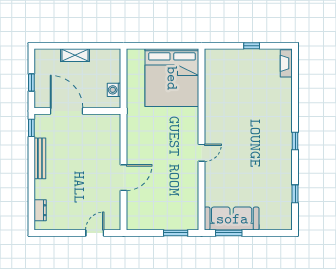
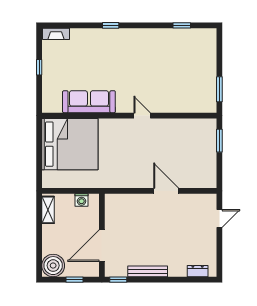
shelving: (75, 55) -> (48, 210), moved
boiler: (46, 60) -> (53, 266), added
window: (295, 141) -> (111, 25), moved
sofa: (232, 219) -> (89, 102), moved, turned 90
door: (95, 233) -> (219, 218), swing flipped

